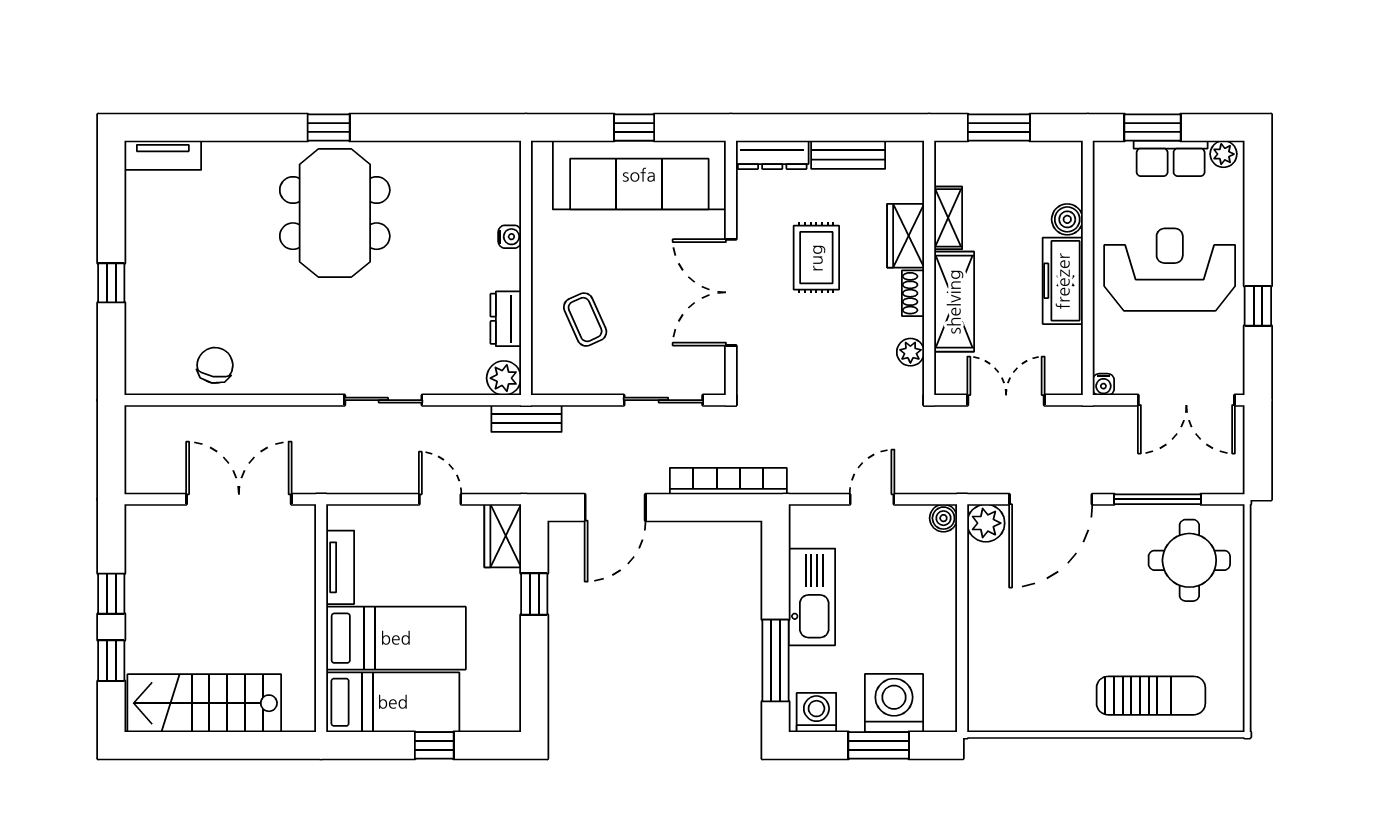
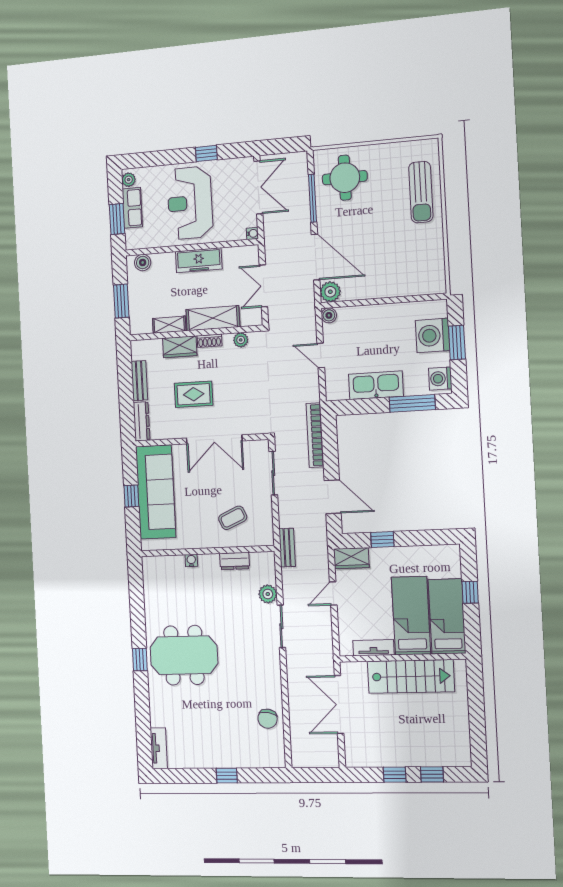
boiler: (1067, 219) -> (143, 262), moved
chair: (215, 365) -> (268, 719), turned -89
plant: (504, 378) -> (268, 594), moved
sun lounger: (1151, 696) -> (421, 192), turned 180
stairs: (204, 703) -> (411, 676), moved, turned -90

